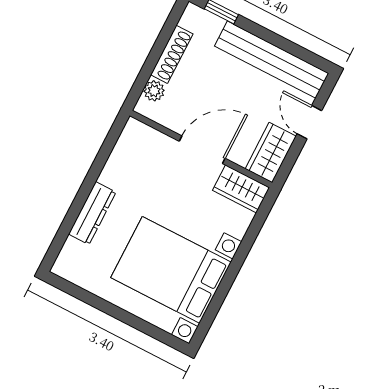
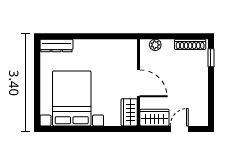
shoe rack: (172, 54) -> (190, 44), moved
bench: (272, 60) -> (200, 95), removed
dresser: (92, 213) -> (56, 45), moved

